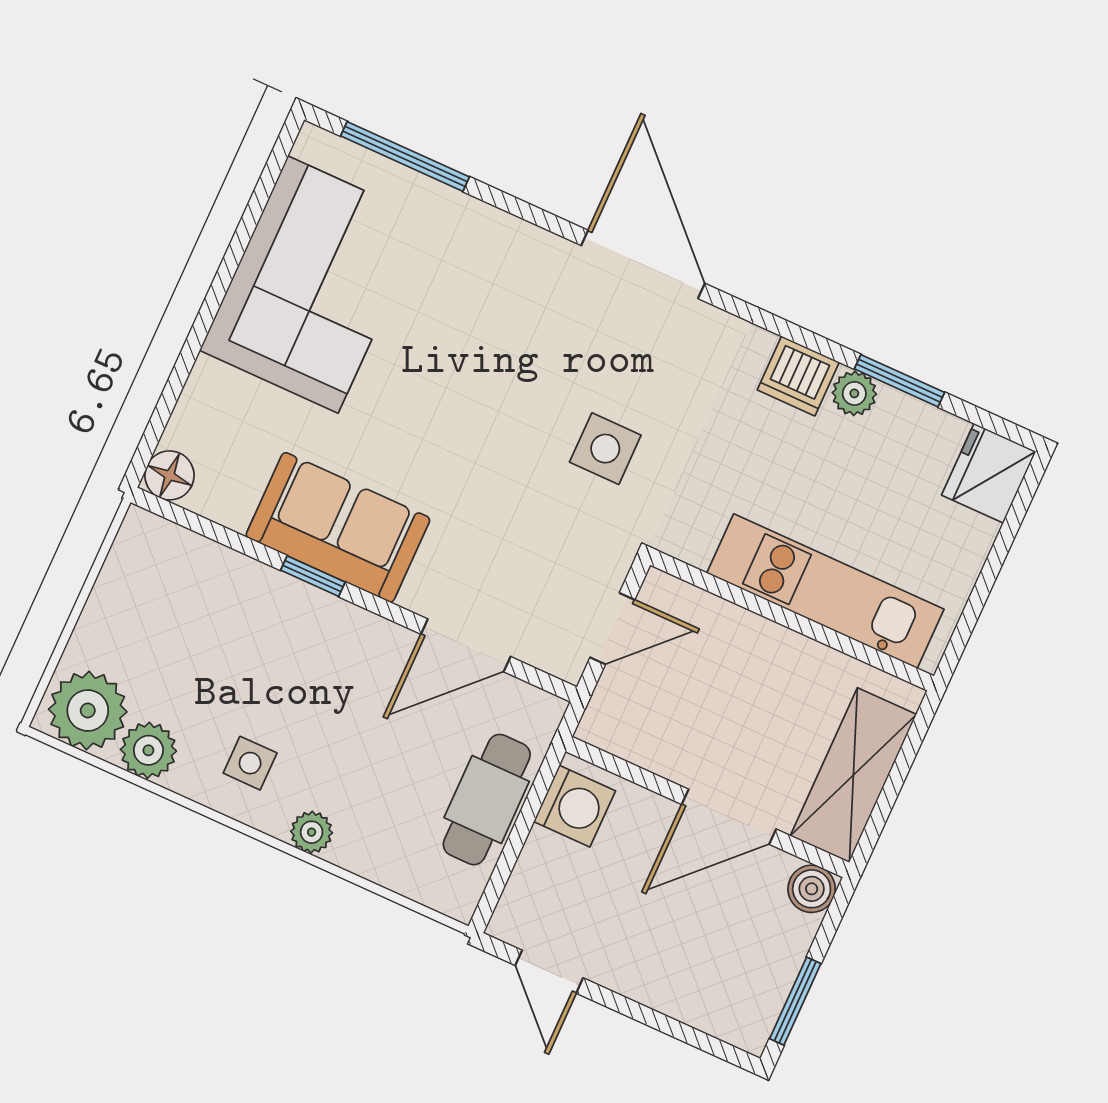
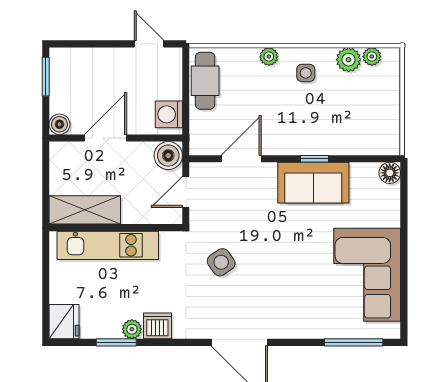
side table: (605, 449) -> (221, 262), turned -35
plant: (88, 711) -> (372, 57), width x0.53, depth x0.53
boiler: (615, 721) -> (168, 156), added
shelving: (853, 775) -> (85, 210), moved, turned 90
cafe table: (487, 800) -> (205, 81), moved

